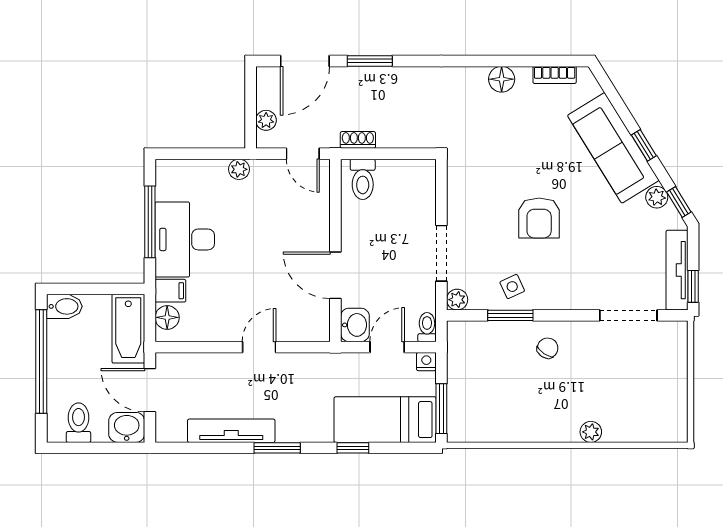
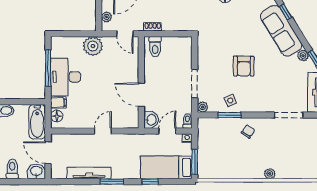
window: (644, 145) -> (286, 12), moved
plant: (239, 169) -> (93, 46), width x1.88, depth x1.88

